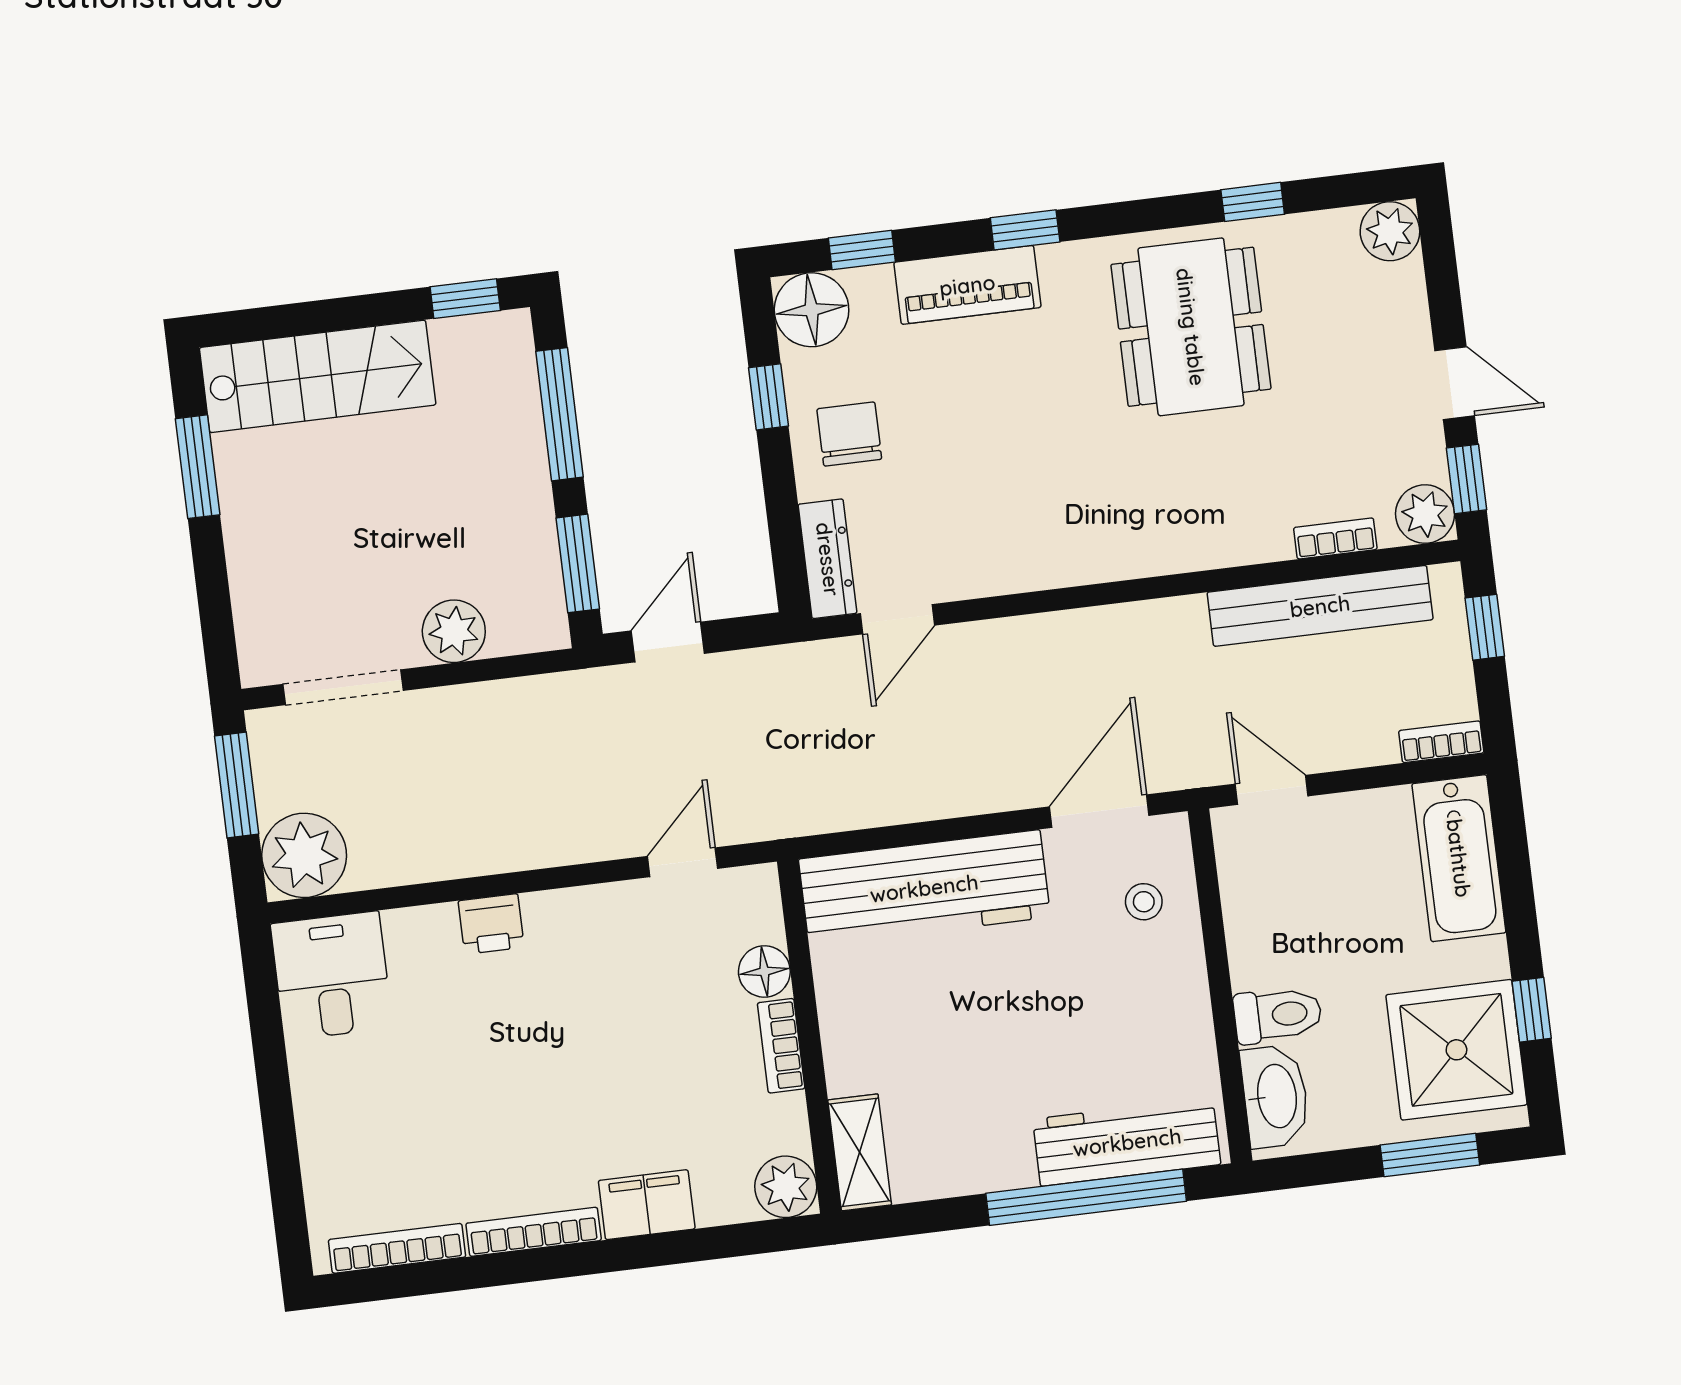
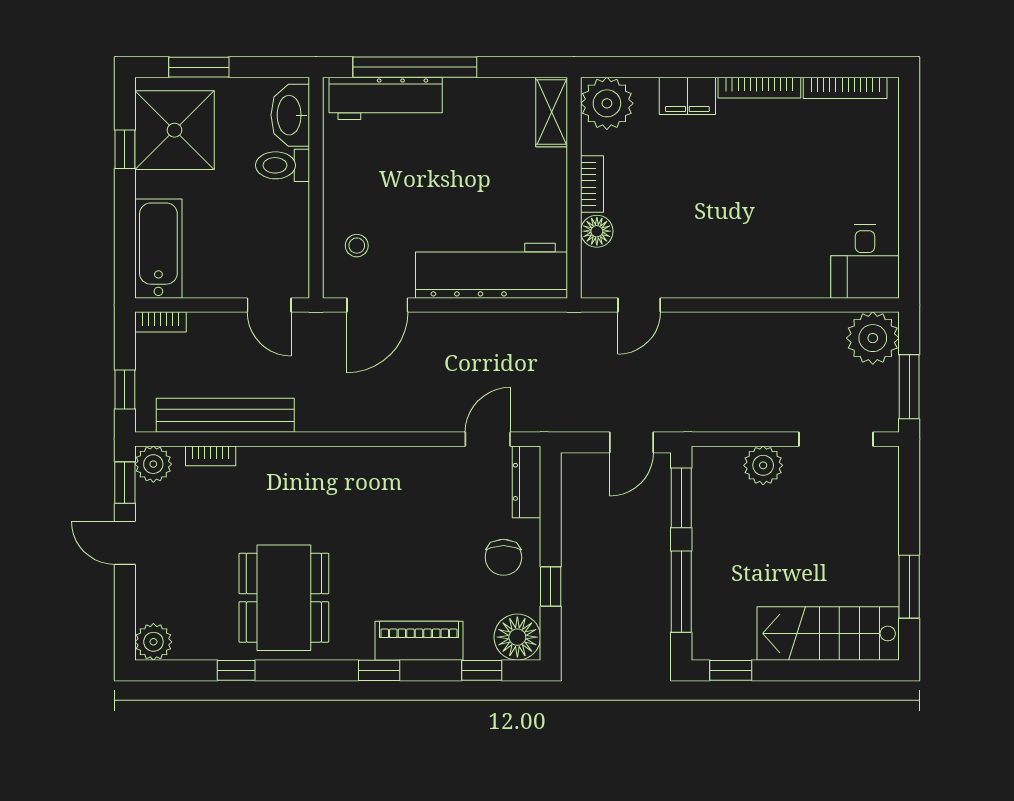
printer: (491, 924) -> (762, 281), removed
plant: (786, 1187) -> (607, 103), width x1.36, depth x1.36

